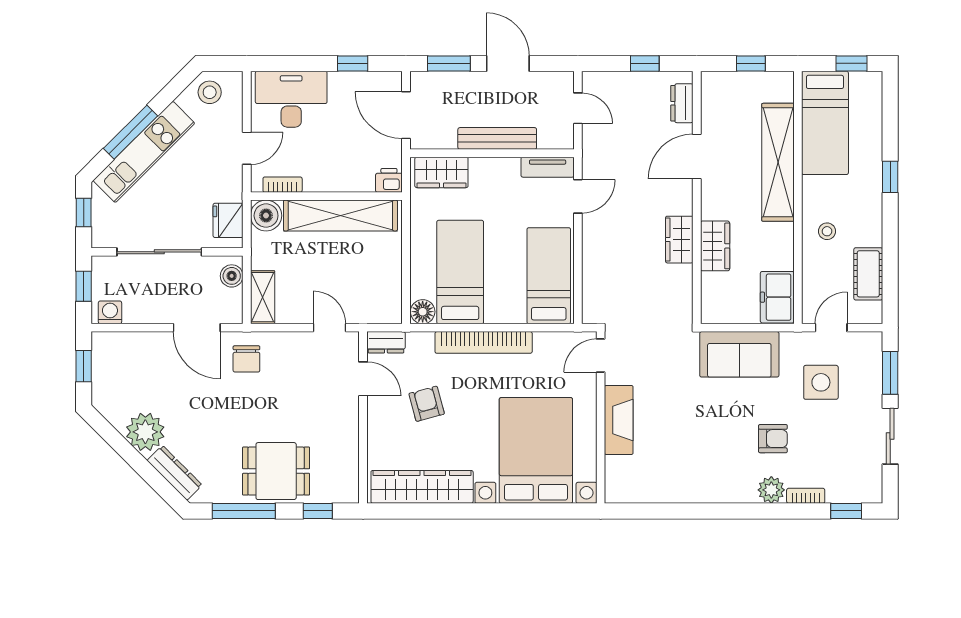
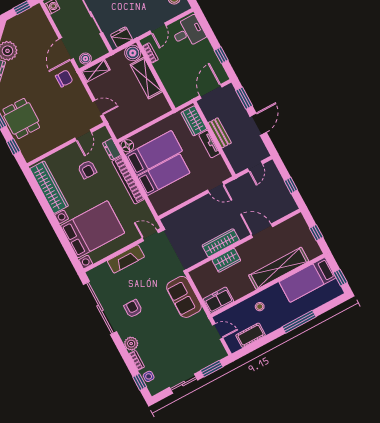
desk: (291, 99) -> (188, 32), width x0.73
dresser: (682, 103) -> (282, 211), removed
bench: (497, 138) -> (220, 133), width x0.73
door: (247, 148) -> (158, 28), hinge flipped
tv unit: (548, 167) -> (209, 144), moved
window: (890, 177) -> (299, 322), width x2.17
printer: (389, 180) -> (178, 99), removed
shelving: (340, 215) -> (146, 78), width x0.68
wardrobe: (679, 240) -> (221, 243), width x1.50
boiler: (232, 276) -> (85, 59), moved
bed: (549, 276) -> (163, 175), moved
door: (329, 328) -> (98, 108), hinge flipped
dresser: (386, 342) -> (112, 149), moved
chair: (246, 359) -> (64, 78), turned 180
side table: (821, 382) -> (149, 376), moved, width x0.54, depth x0.54
armchair: (427, 404) -> (87, 169), turned 105
armchair: (773, 439) -> (133, 309), moved, turned 180
sliding door: (680, 511) -> (100, 308), added

